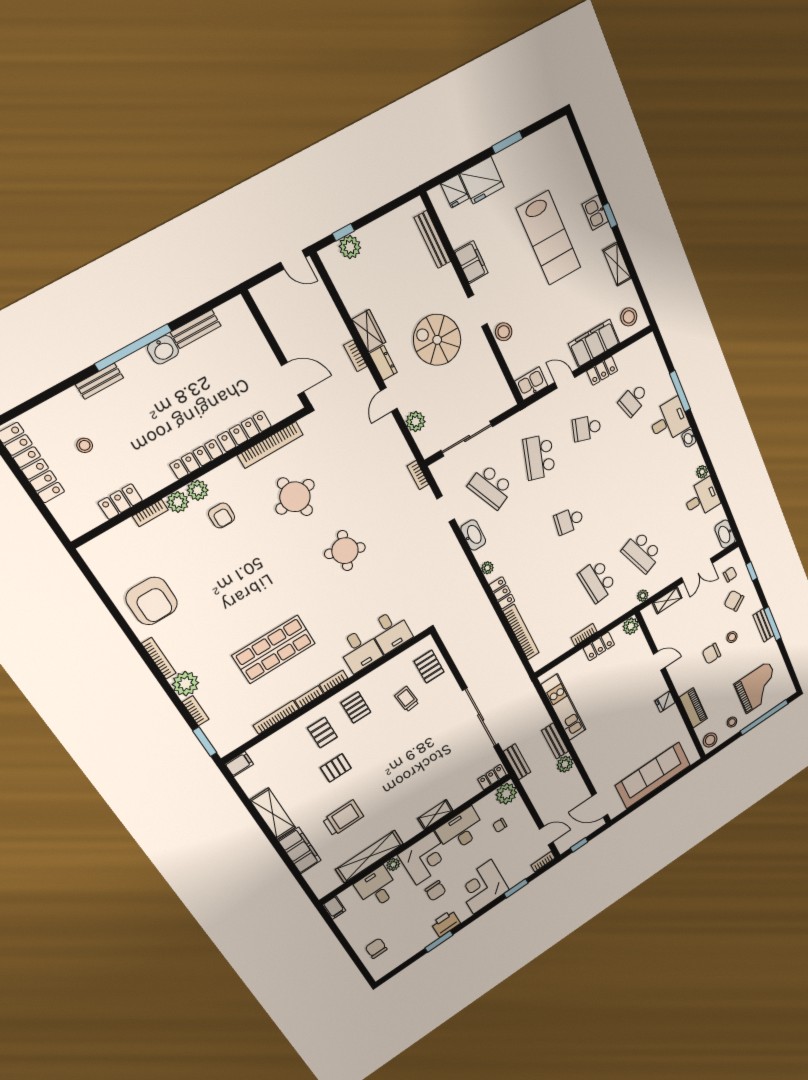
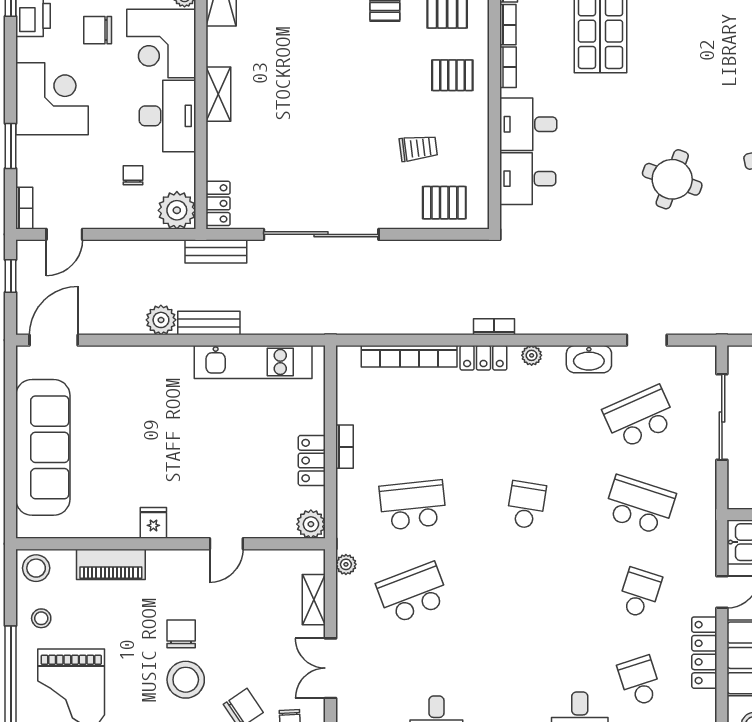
locker: (602, 371) -> (704, 653), width x1.53
bookcase: (418, 475) -> (494, 327), moved
stool: (732, 637) -> (186, 680), width x1.89, depth x1.89

